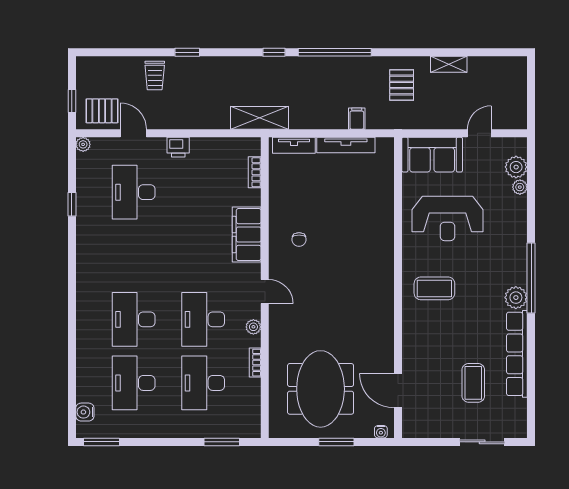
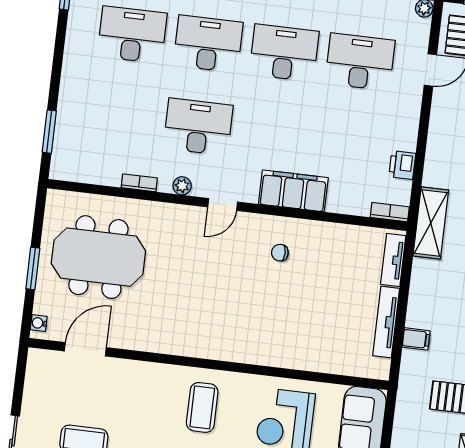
printer: (178, 147) -> (402, 165), moved
bookcase: (255, 172) -> (390, 212), moved
desk: (203, 383) -> (284, 53), moved

